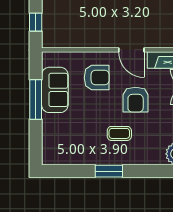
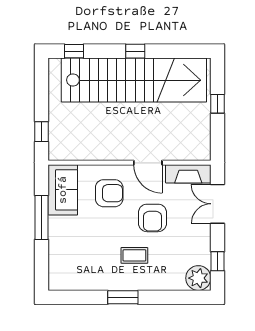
sofa: (55, 90) -> (63, 190), moved

